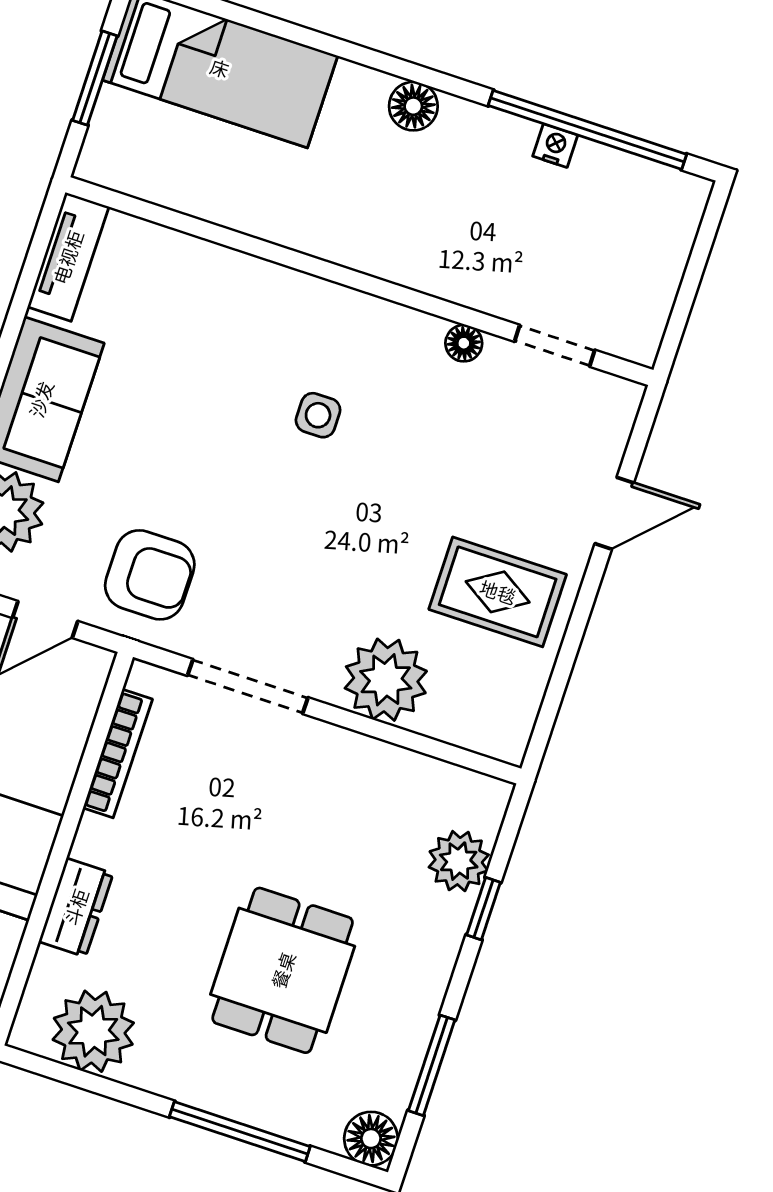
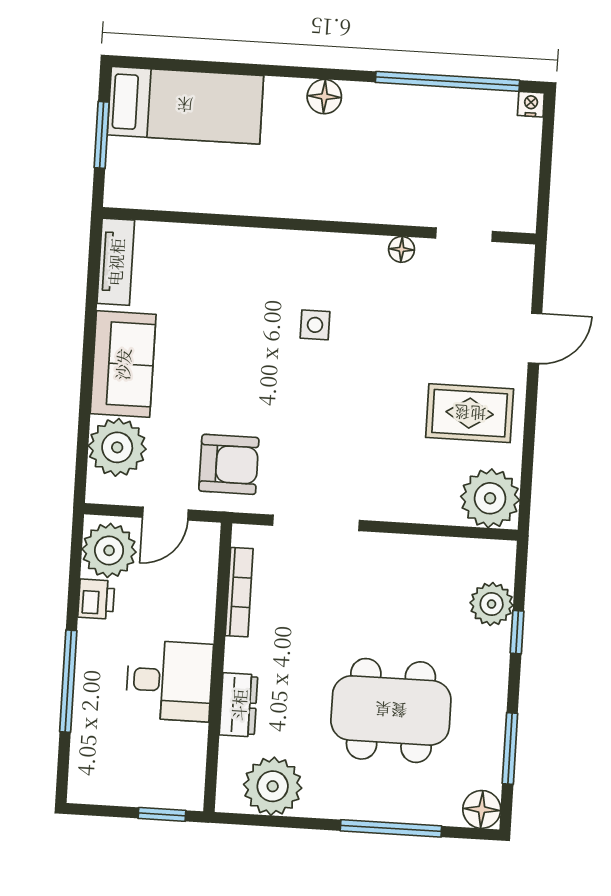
nightstand: (555, 146) -> (531, 104), moved
plant: (386, 680) -> (490, 498), moved
dining table: (283, 970) -> (391, 710), width x1.38

